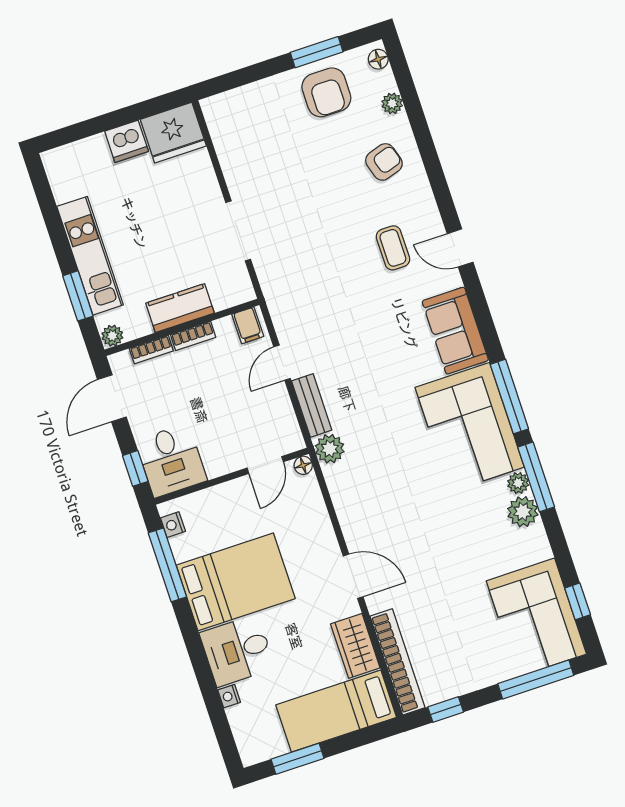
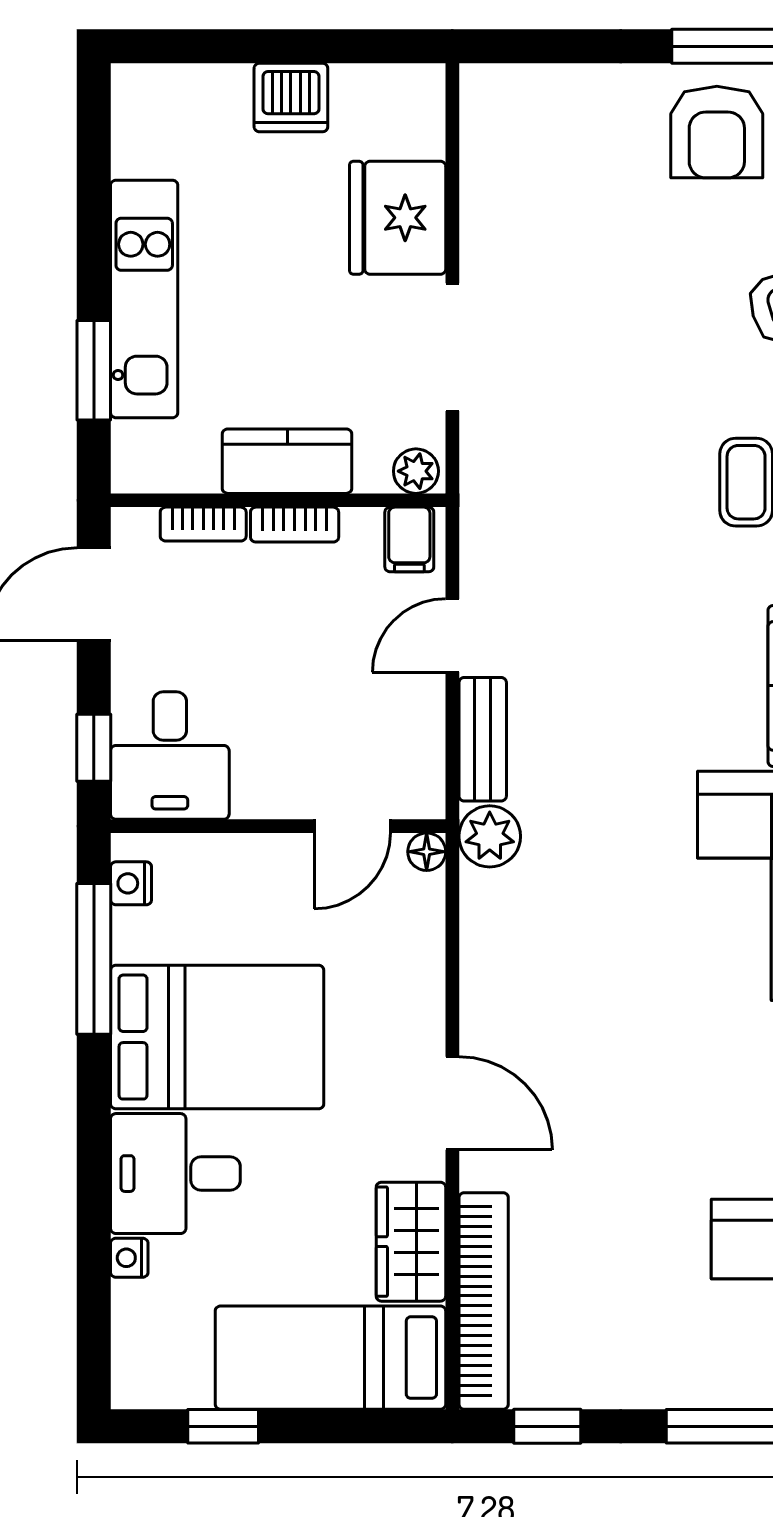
fridge: (173, 133) -> (398, 218), moved, turned 90
plant: (112, 336) -> (416, 471), moved
window: (298, 759) -> (223, 1426), width x0.67

